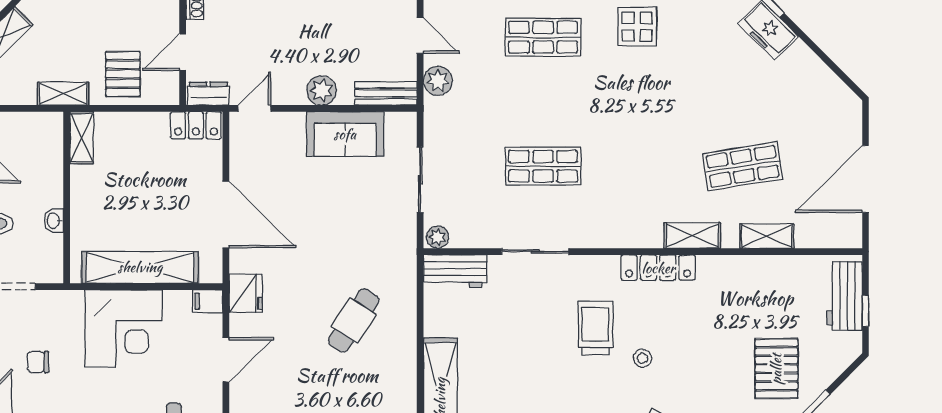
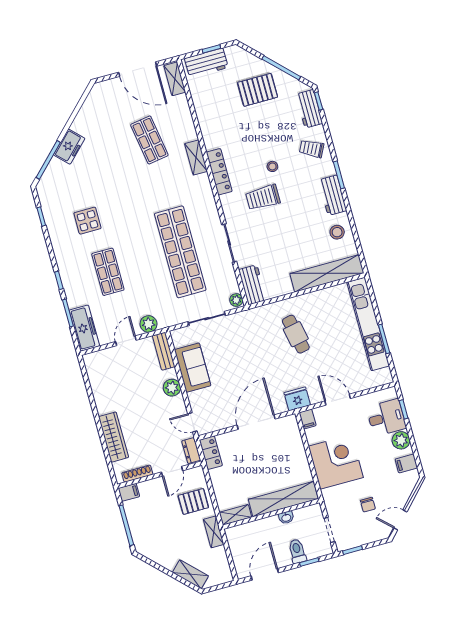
door: (183, 52) -> (172, 471), hinge flipped
shop shelf: (543, 166) -> (180, 252), width x2.00, depth x1.36
shelving: (767, 236) -> (175, 79), moved
shelving: (140, 267) -> (283, 499), moved, turned 90
cafe table: (354, 320) -> (296, 334), turned 46

